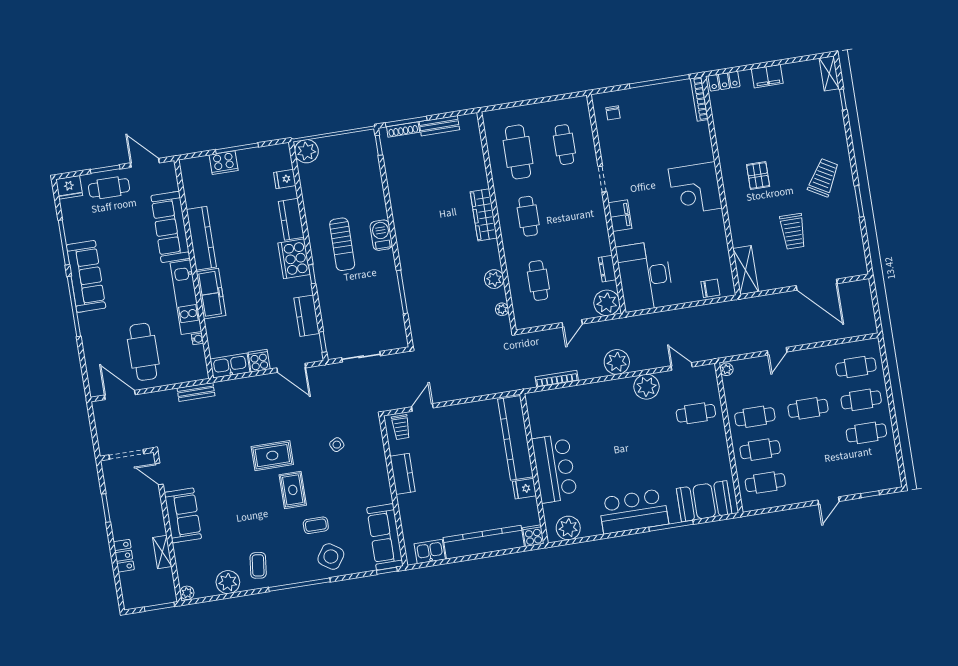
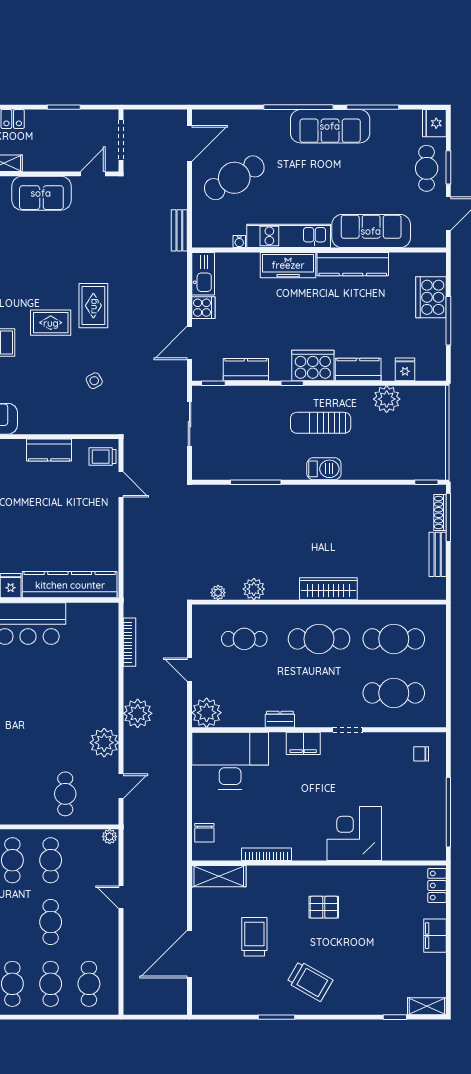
bookcase: (699, 99) -> (267, 854), moved
cafe table: (564, 145) -> (394, 693), width x1.37, depth x1.35
plant: (306, 151) -> (387, 399), moved
cooker: (224, 163) -> (431, 297), width x1.37, depth x1.31
corner desk: (695, 188) -> (354, 834), moved
cafe table: (528, 216) -> (319, 639), width x1.37, depth x1.35
trolley: (793, 231) -> (254, 937), turned 90
dresser: (607, 269) -> (280, 719), moved
cafe table: (143, 352) -> (234, 178), turned -30

